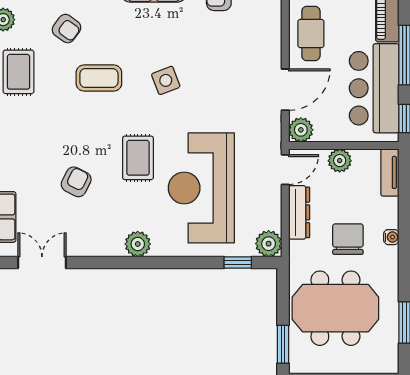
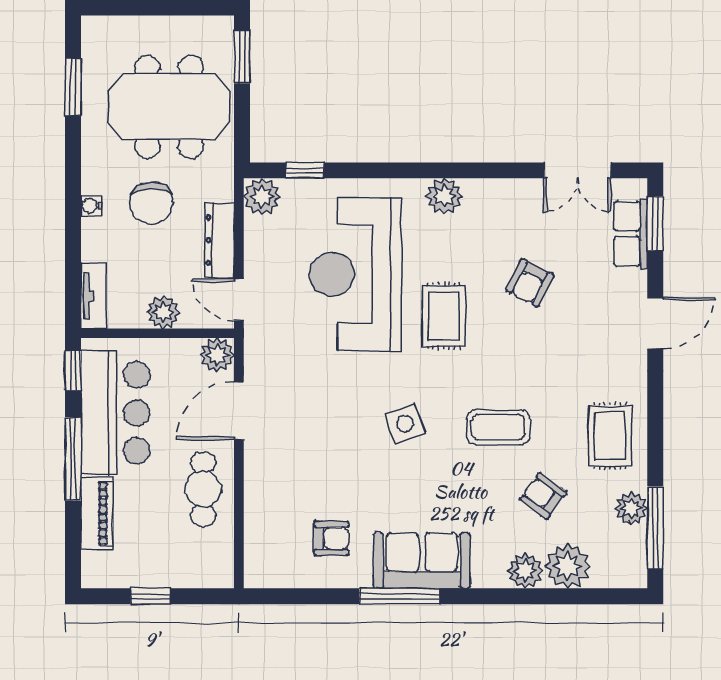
door: (285, 170) -> (239, 300), hinge flipped
reception desk: (201, 188) -> (356, 274), turned 180

